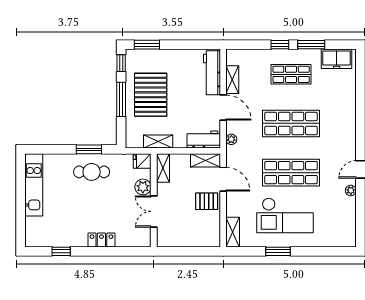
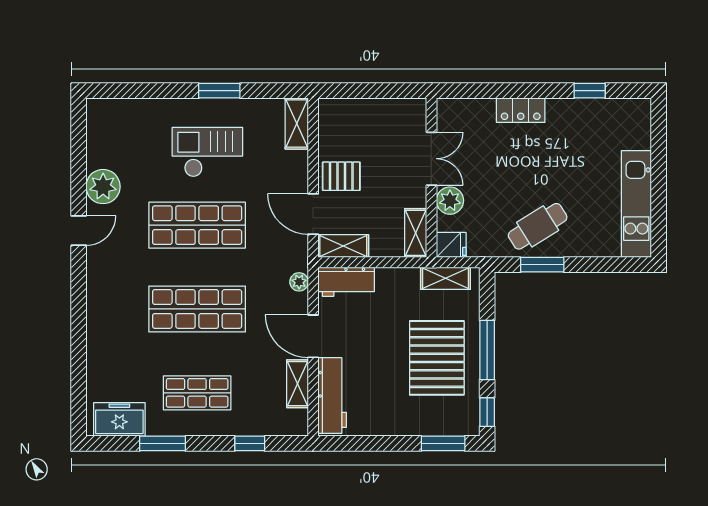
window: (280, 45) -> (250, 443), moved
shelving: (158, 141) -> (446, 278), moved
cafe table: (92, 172) -> (538, 226), turned -32
plant: (351, 191) -> (103, 187), width x1.88, depth x1.88
checkout: (285, 215) -> (207, 152), width x0.73, depth x0.83

